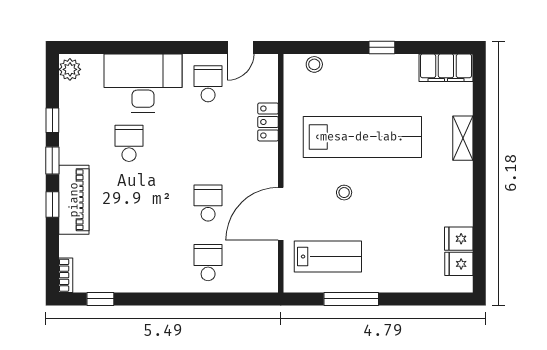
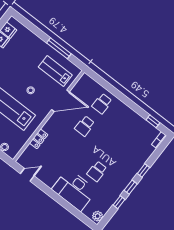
school desk: (208, 84) -> (50, 171), removed
piano: (74, 200) -> (134, 166), removed

